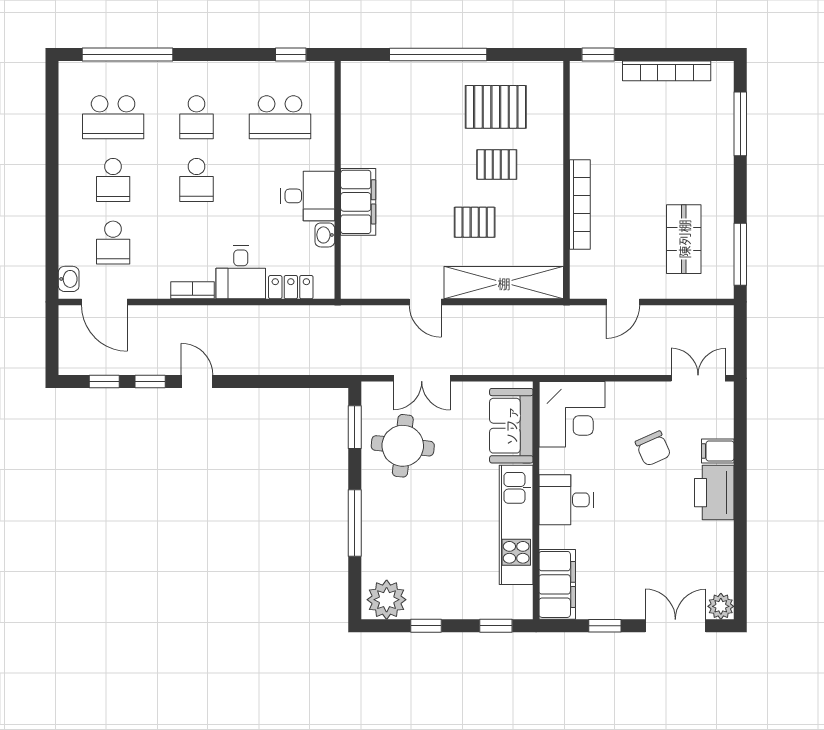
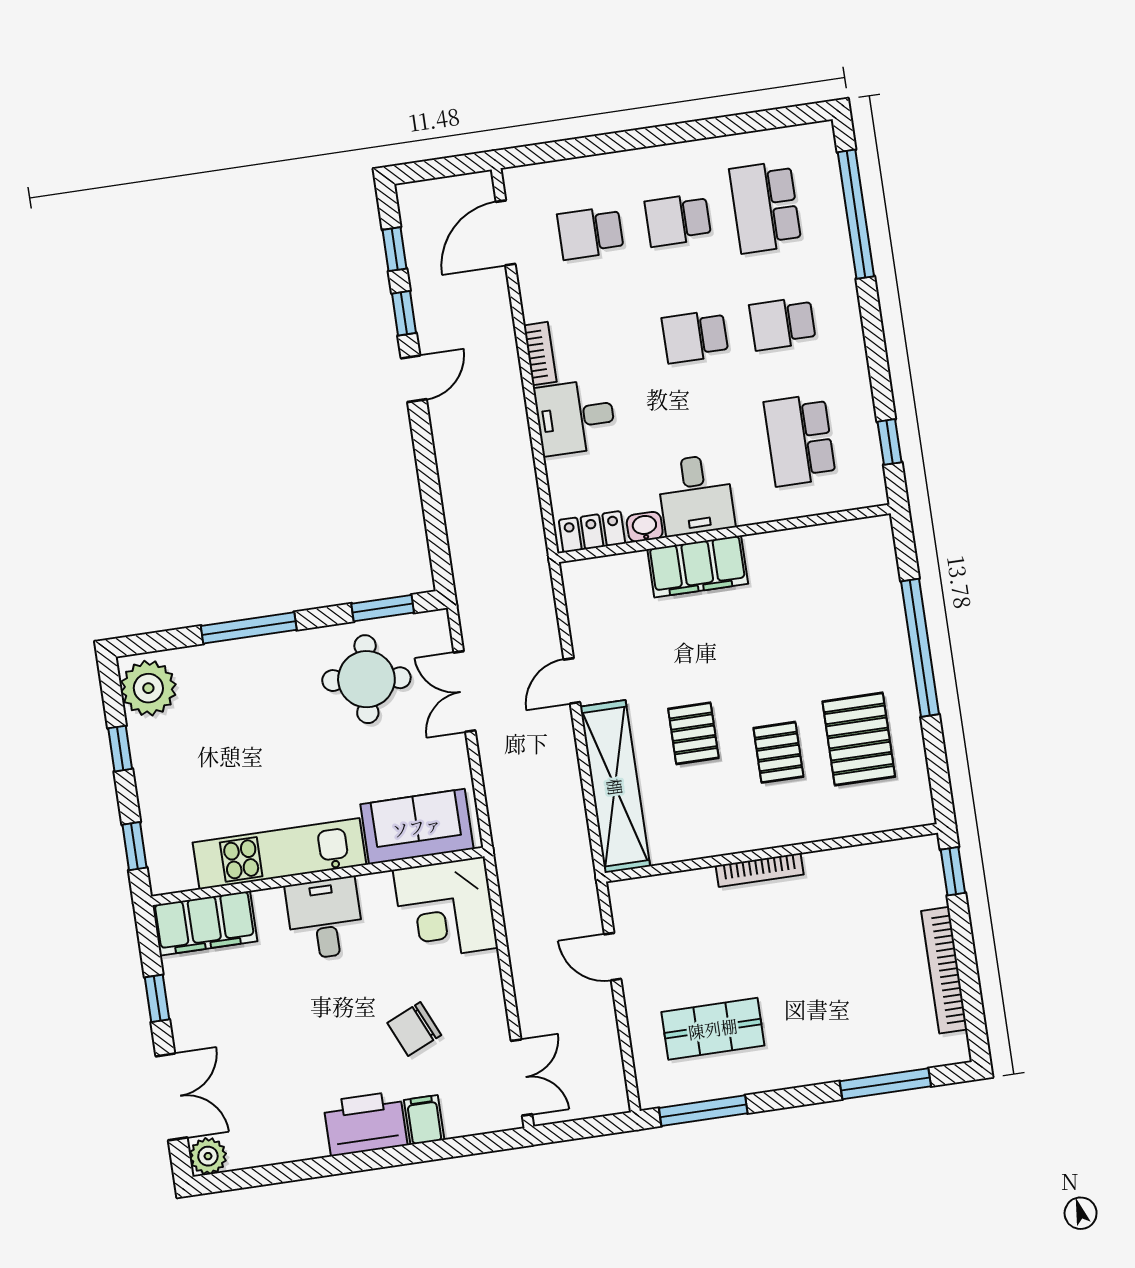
bookcase: (580, 204) -> (760, 870), width x0.68, depth x0.76
washbasin: (69, 279) -> (530, 178), removed
locker: (291, 287) -> (592, 532), moved, turned -90

